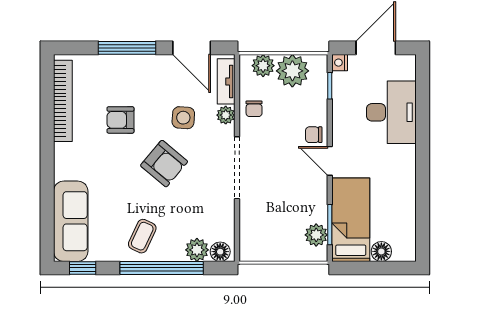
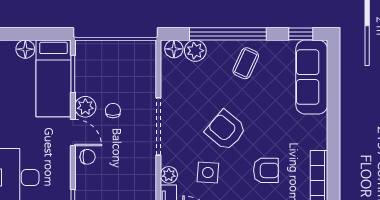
chair: (254, 109) -> (113, 111), moved
plant: (316, 235) -> (85, 107), moved

